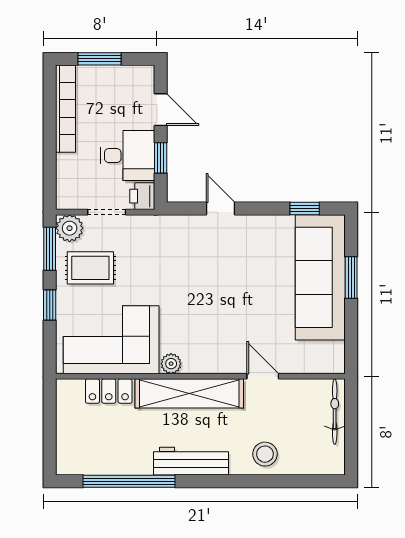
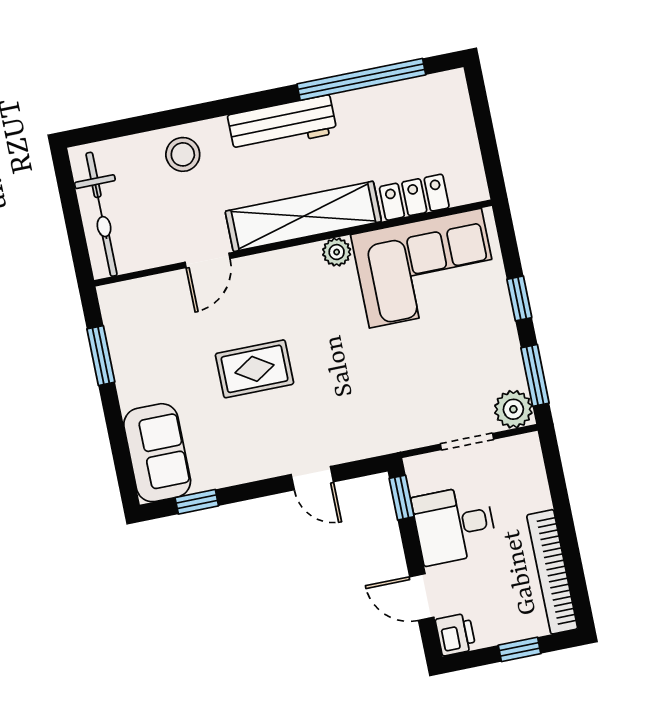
window: (99, 59) -> (520, 649), width x0.67
window: (161, 158) -> (402, 498), moved
printer: (142, 196) -> (456, 634), moved
rug: (90, 268) -> (255, 369), moved
sofa: (320, 277) -> (157, 453), width x0.54, depth x0.79
window: (351, 278) -> (101, 356), moved
door: (263, 376) -> (207, 260), hinge flipped
bicycle: (335, 412) -> (102, 214), width x1.37, depth x1.40

